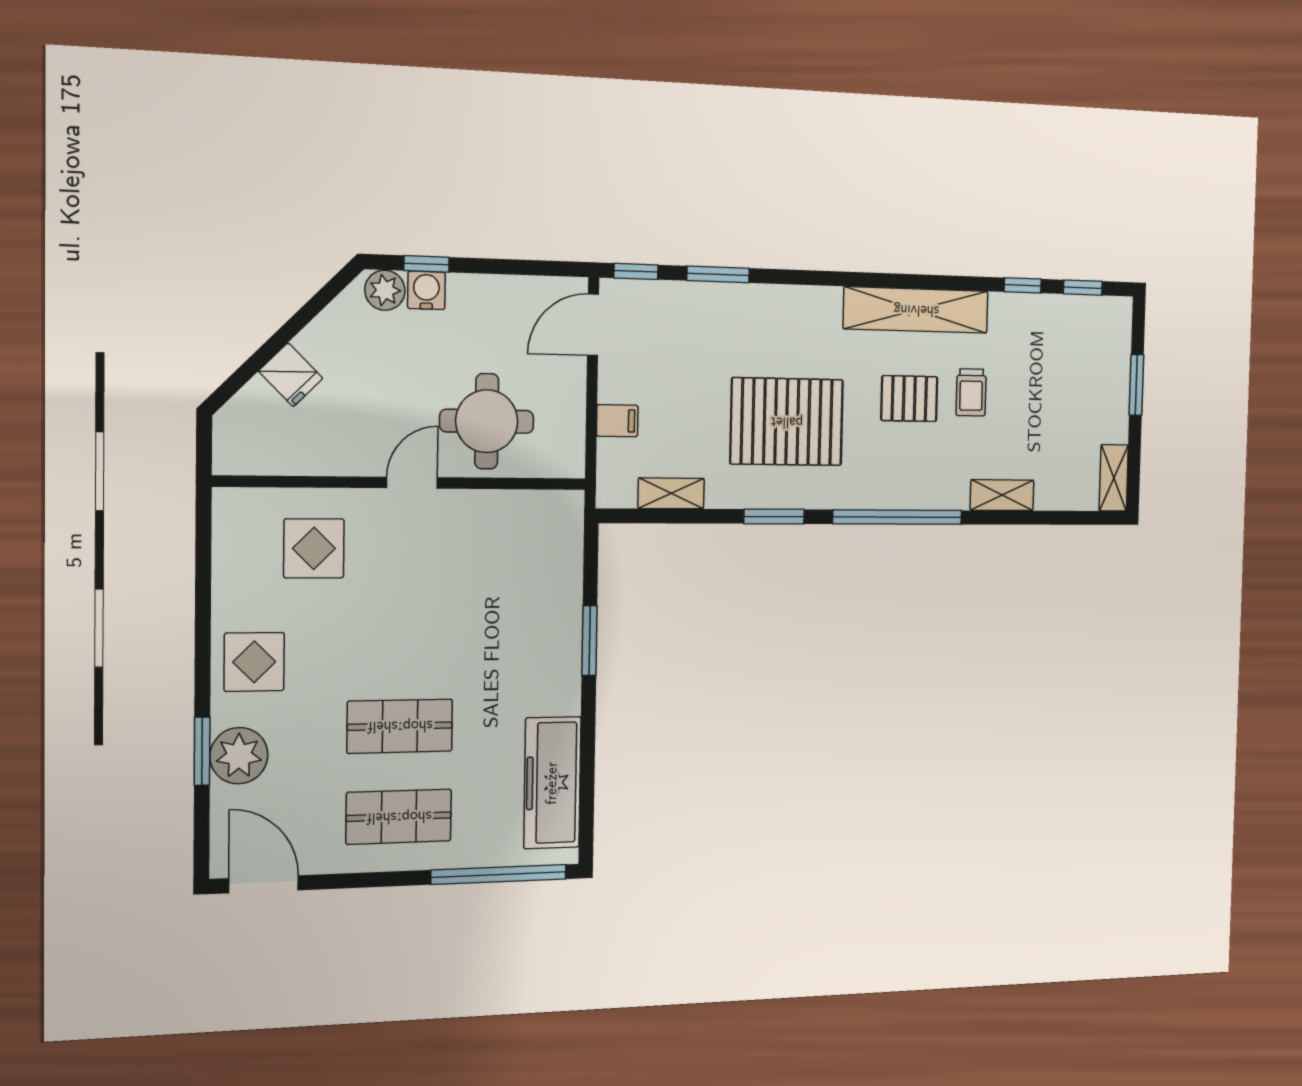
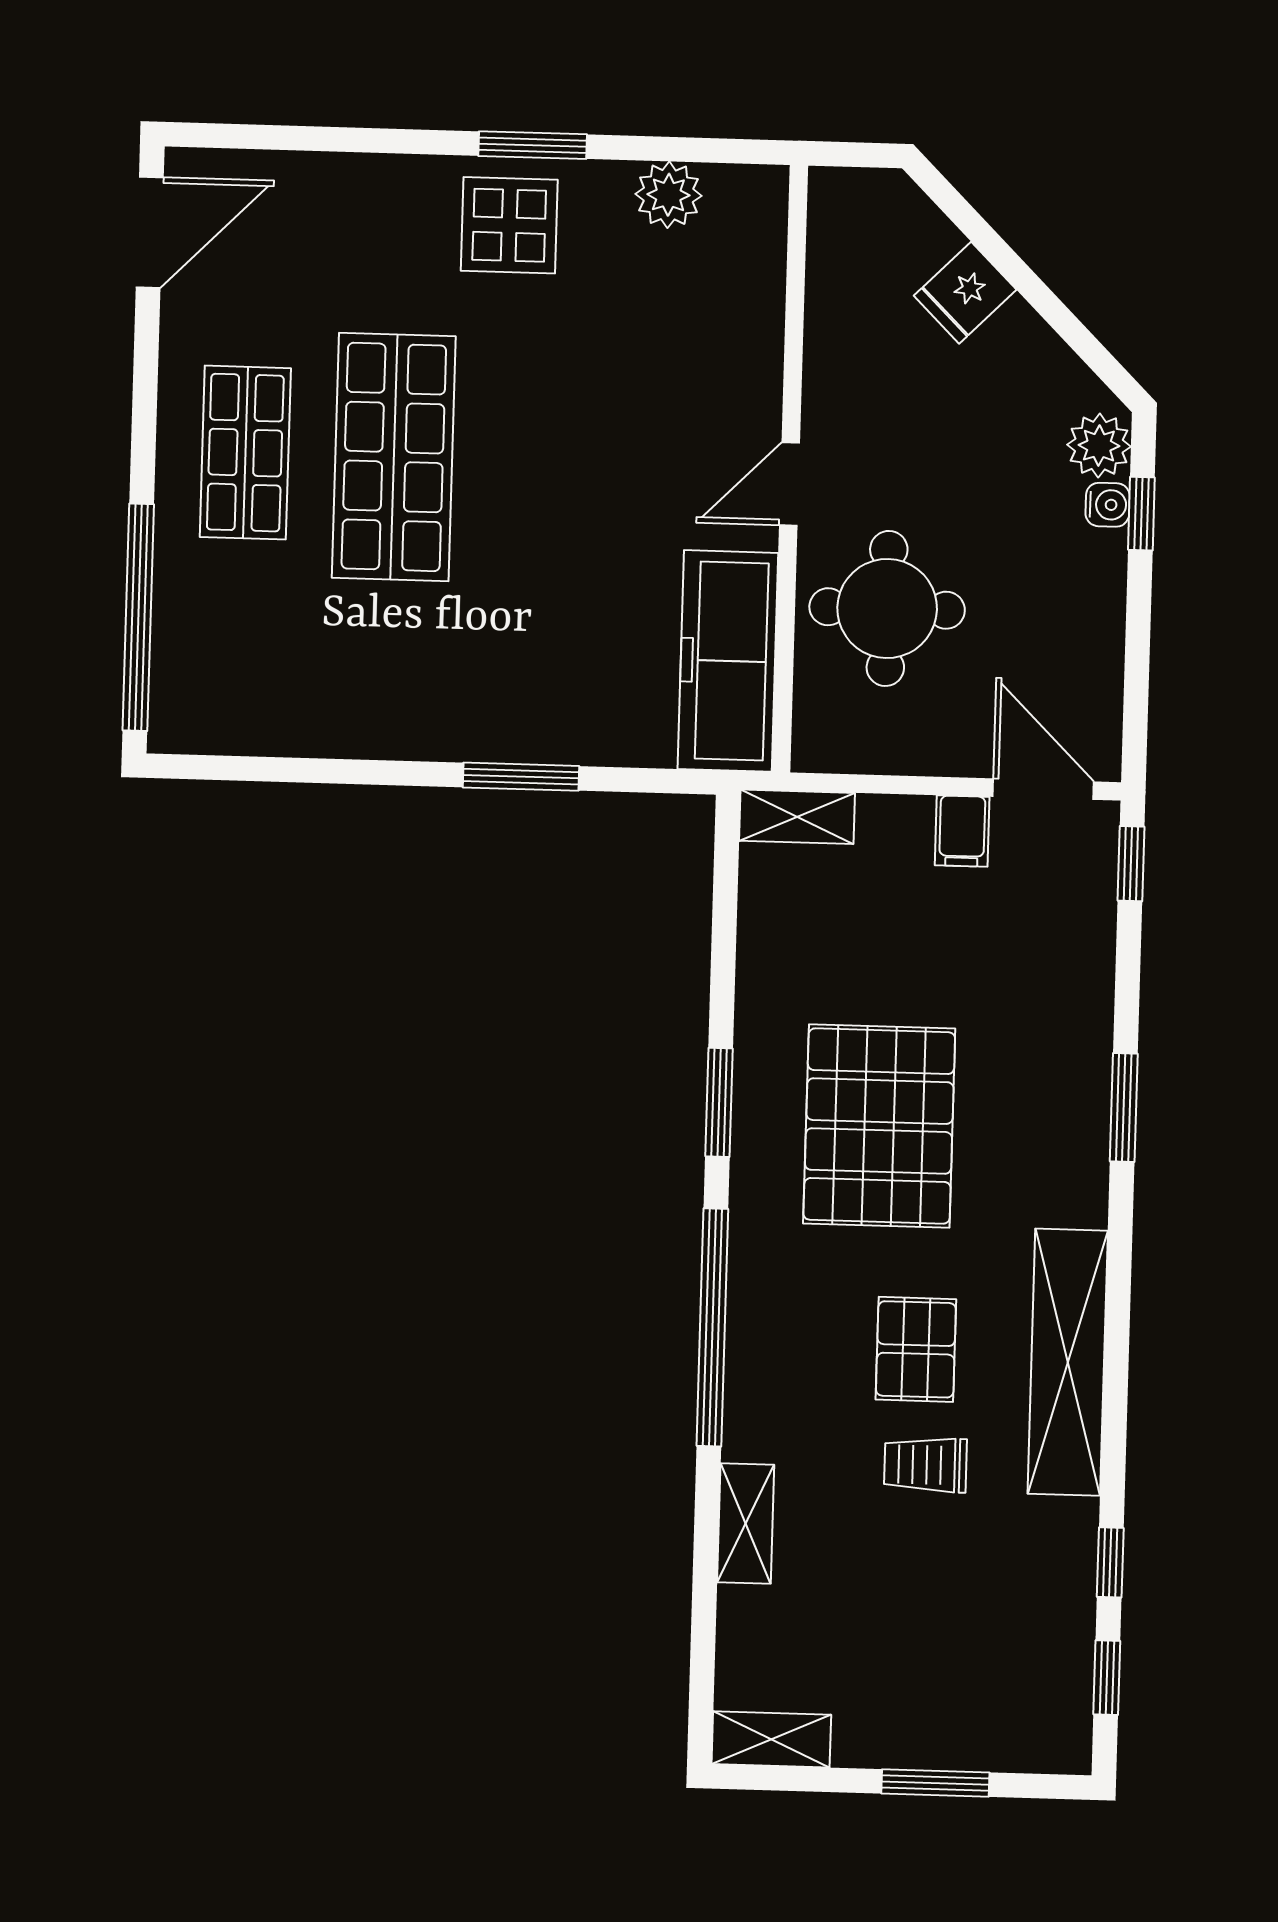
window: (718, 274) -> (1124, 1107), moved
water cooler: (426, 290) -> (1108, 505), width x0.72, depth x0.72
filing cabinet: (617, 421) -> (962, 831), moved
door: (412, 483) -> (789, 484), swing flipped
shelving: (671, 493) -> (797, 817), moved, turned 90
display table: (314, 548) -> (688, 324), removed
shop shelf: (400, 726) -> (394, 457), width x1.43, depth x1.36
window: (202, 751) -> (533, 145), moved
plant: (239, 756) -> (668, 195), moved, width x0.73, depth x0.73
freezer: (552, 783) -> (728, 661), moved, turned -90

